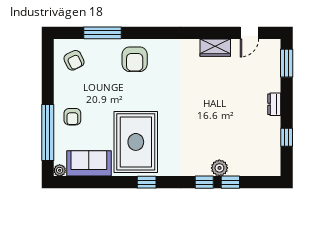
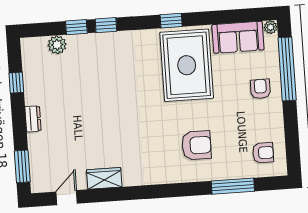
armchair: (135, 59) -> (196, 145), moved, turned 90
armchair: (74, 60) -> (263, 153), turned 116
plant: (219, 168) -> (57, 45), moved

